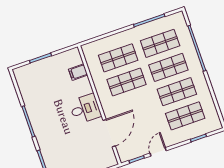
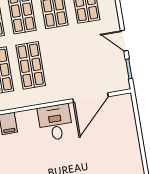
door: (109, 133) -> (91, 98), swing flipped

